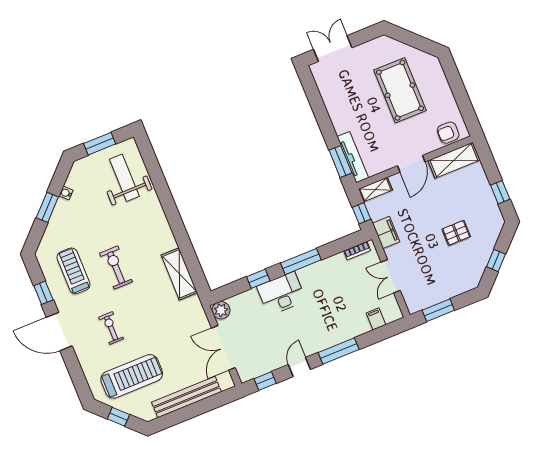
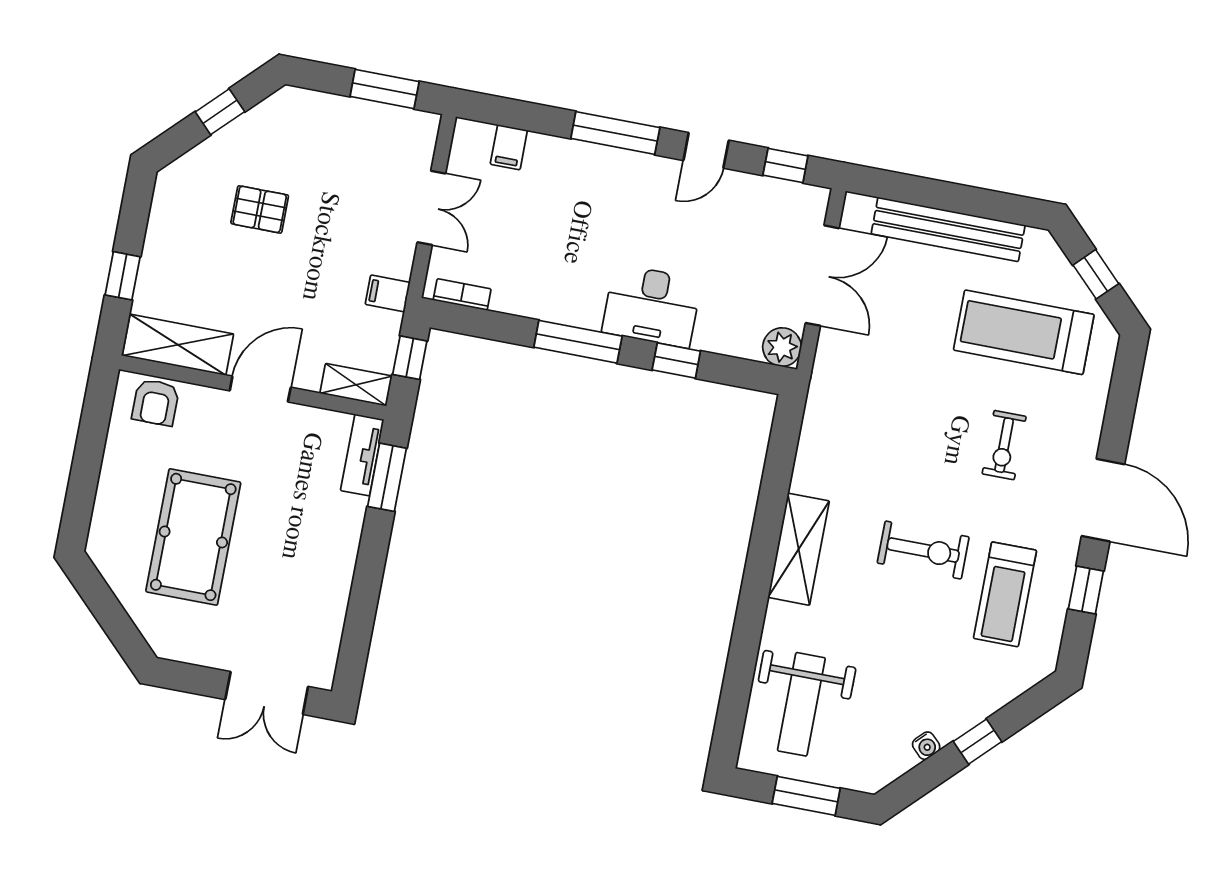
armchair: (448, 133) -> (156, 402), turned 90
tv unit: (353, 157) -> (362, 455), width x0.71
window: (500, 192) -> (123, 276), moved
window: (47, 207) -> (978, 742), width x0.67
filing cabinet: (386, 232) -> (388, 293), width x0.50
exercise bike: (116, 268) -> (923, 550), turned -90
shelving: (179, 274) -> (799, 549), moved

